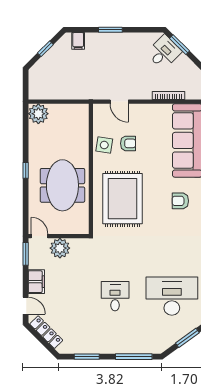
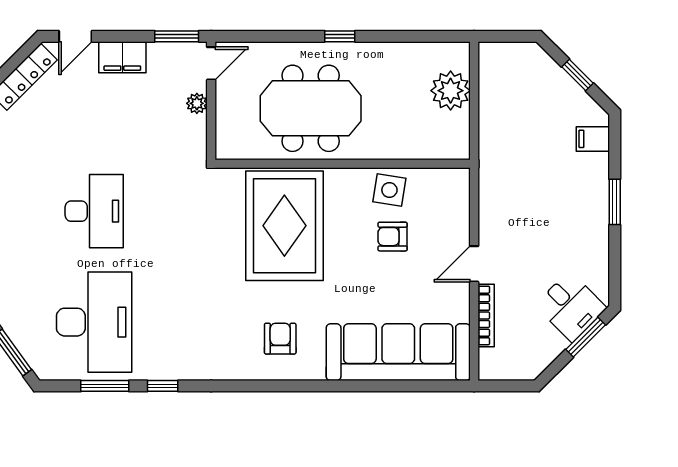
door: (119, 102) -> (474, 264), moved
plant: (38, 114) -> (451, 91), moved
armchair: (128, 143) -> (393, 237), turned 90
rug: (123, 199) -> (284, 226), turned 90
plant: (60, 248) -> (197, 103), width x0.53, depth x0.53
desk: (115, 296) -> (94, 211), width x1.37

